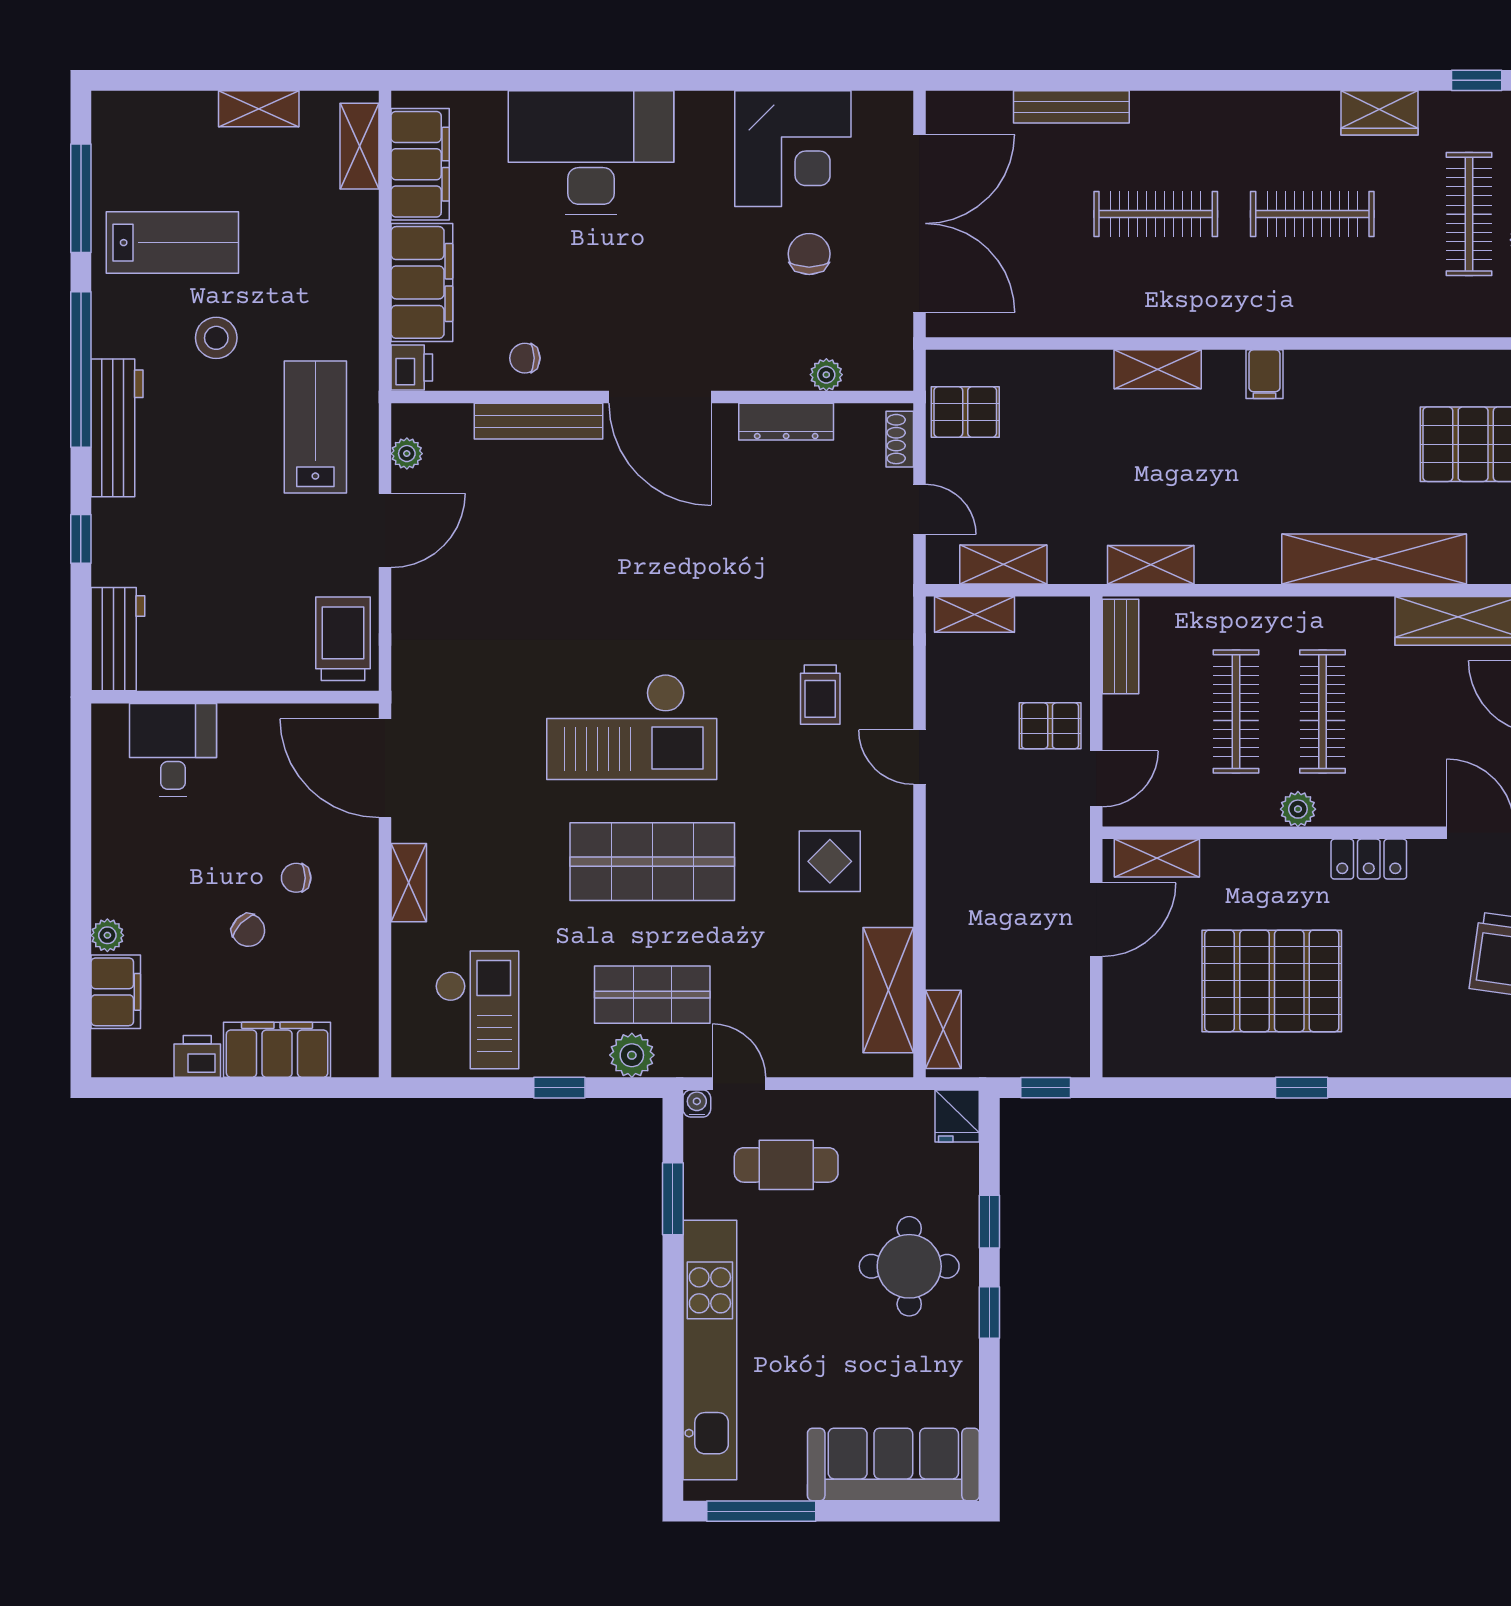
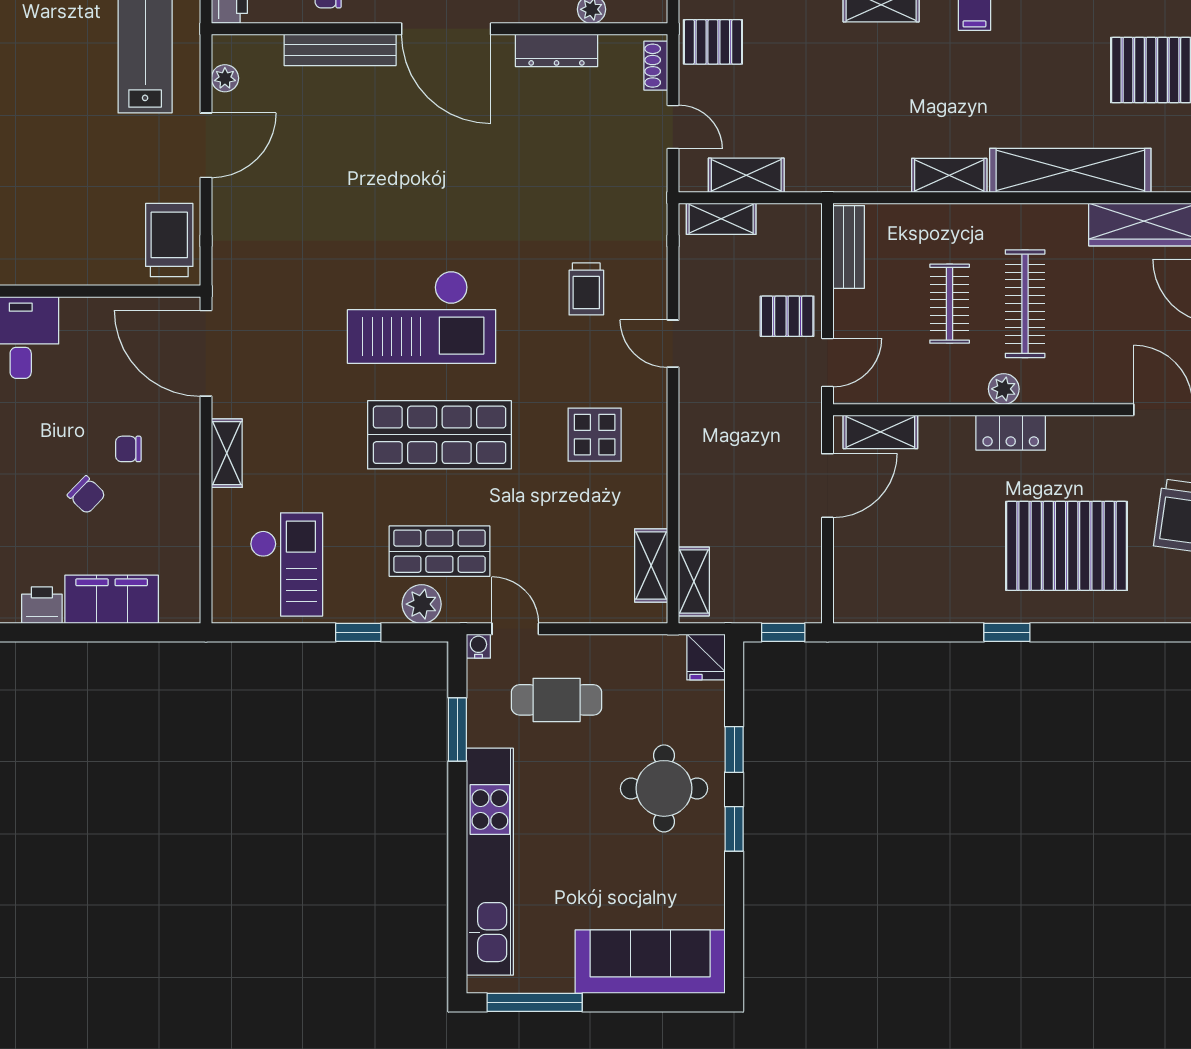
shelving: (1151, 565) -> (949, 175), moved
clothes rail: (1236, 712) -> (950, 304), width x0.73
locker: (1369, 859) -> (1011, 433), moved
pallet: (1272, 981) -> (1067, 546), moved
shelving: (888, 990) -> (651, 565), width x0.67, depth x0.75

